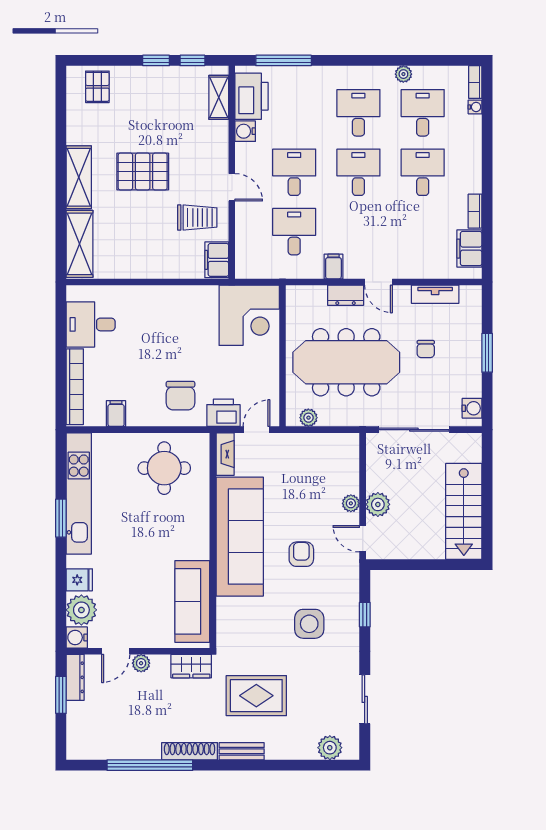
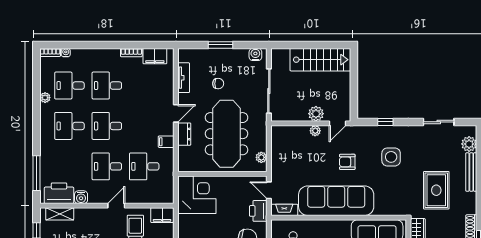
bench: (242, 751) -> (471, 172), moved, width x1.36

